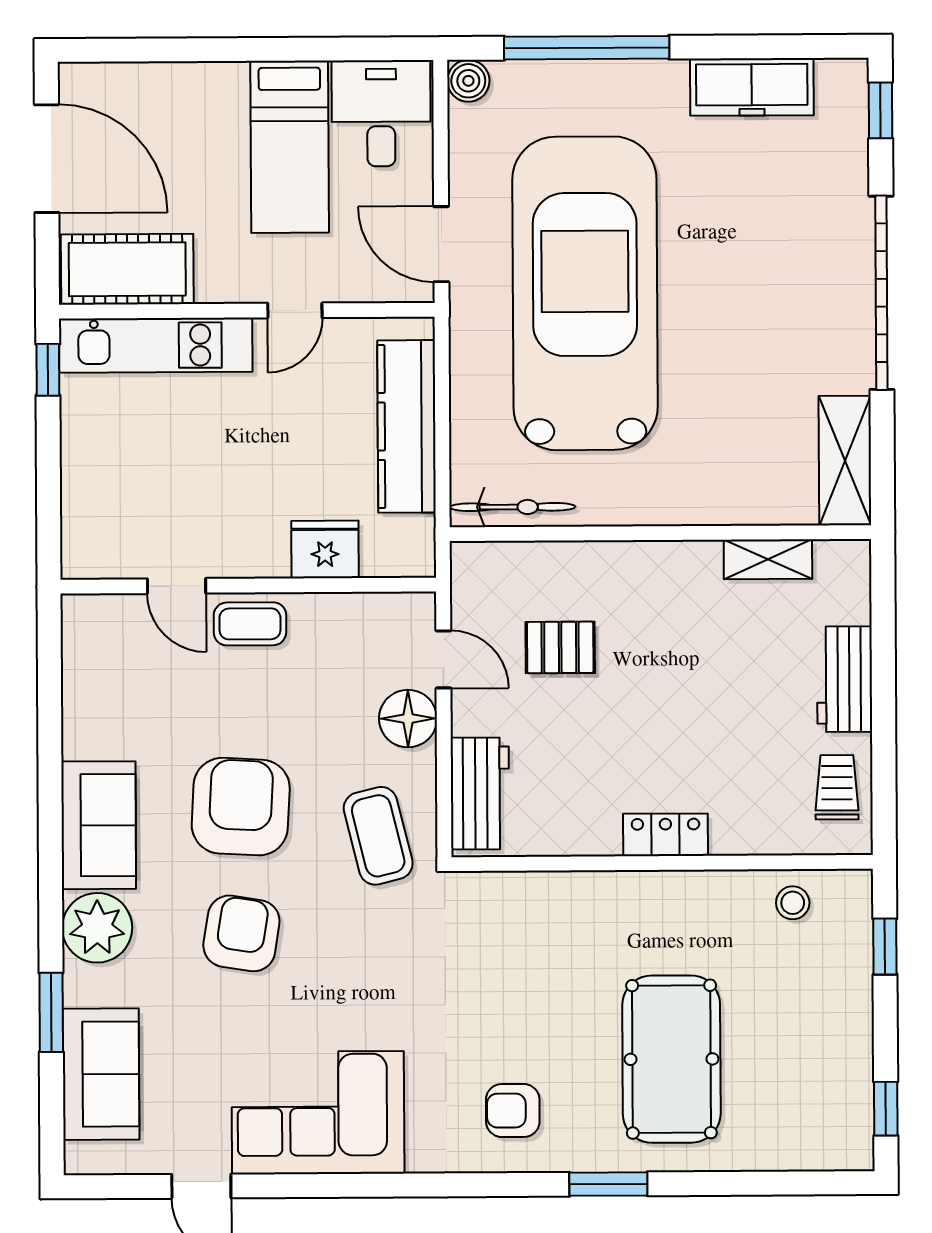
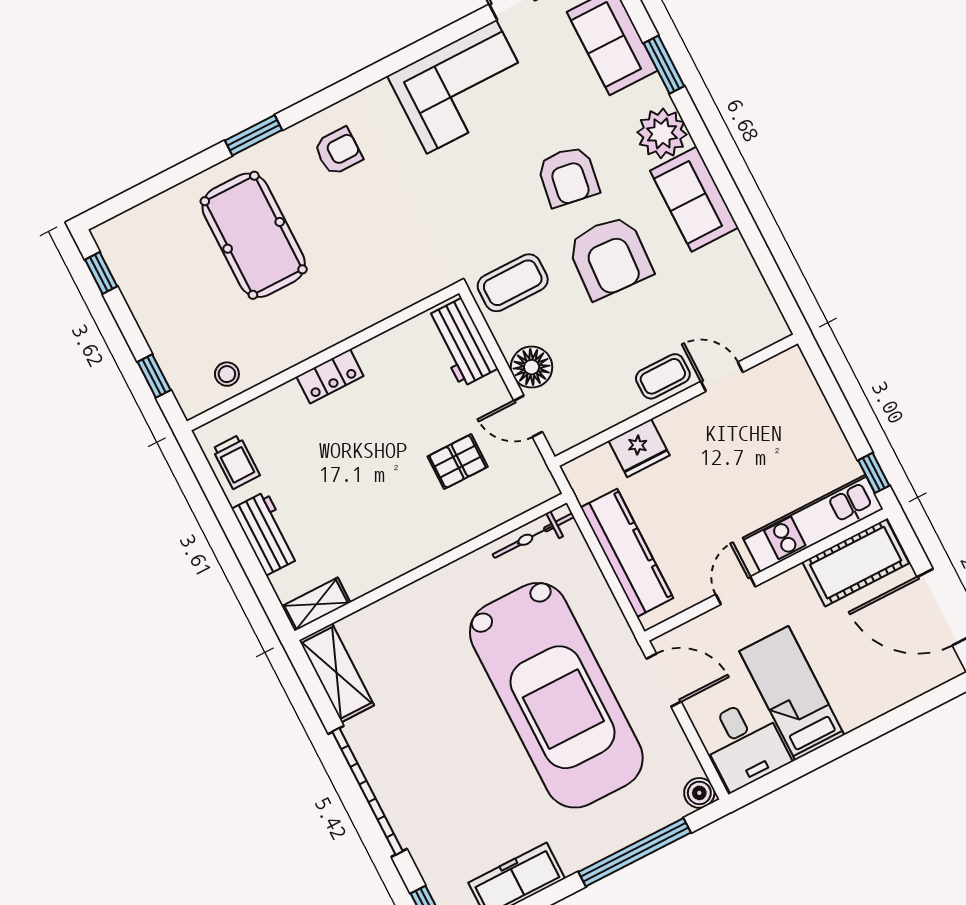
shelving: (768, 559) -> (316, 604), moved
coffee table: (378, 836) -> (513, 283), turned -76

